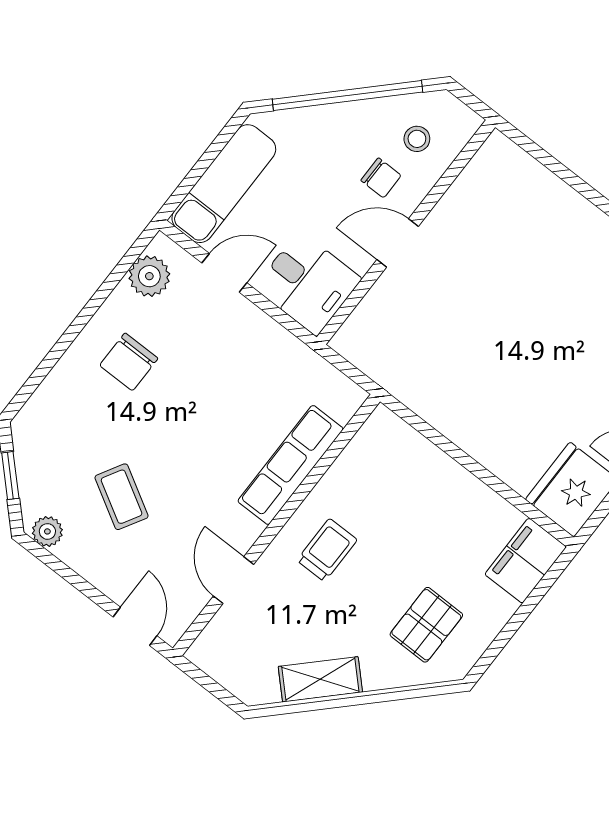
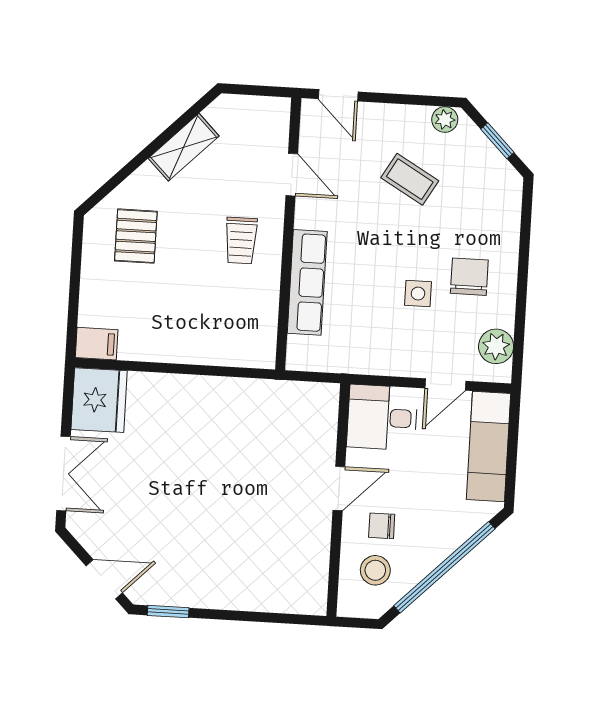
stool: (417, 139) -> (375, 570), width x1.37, depth x1.37
side table: (190, 380) -> (418, 294), added
filing cabinet: (526, 561) -> (97, 344), width x0.50

